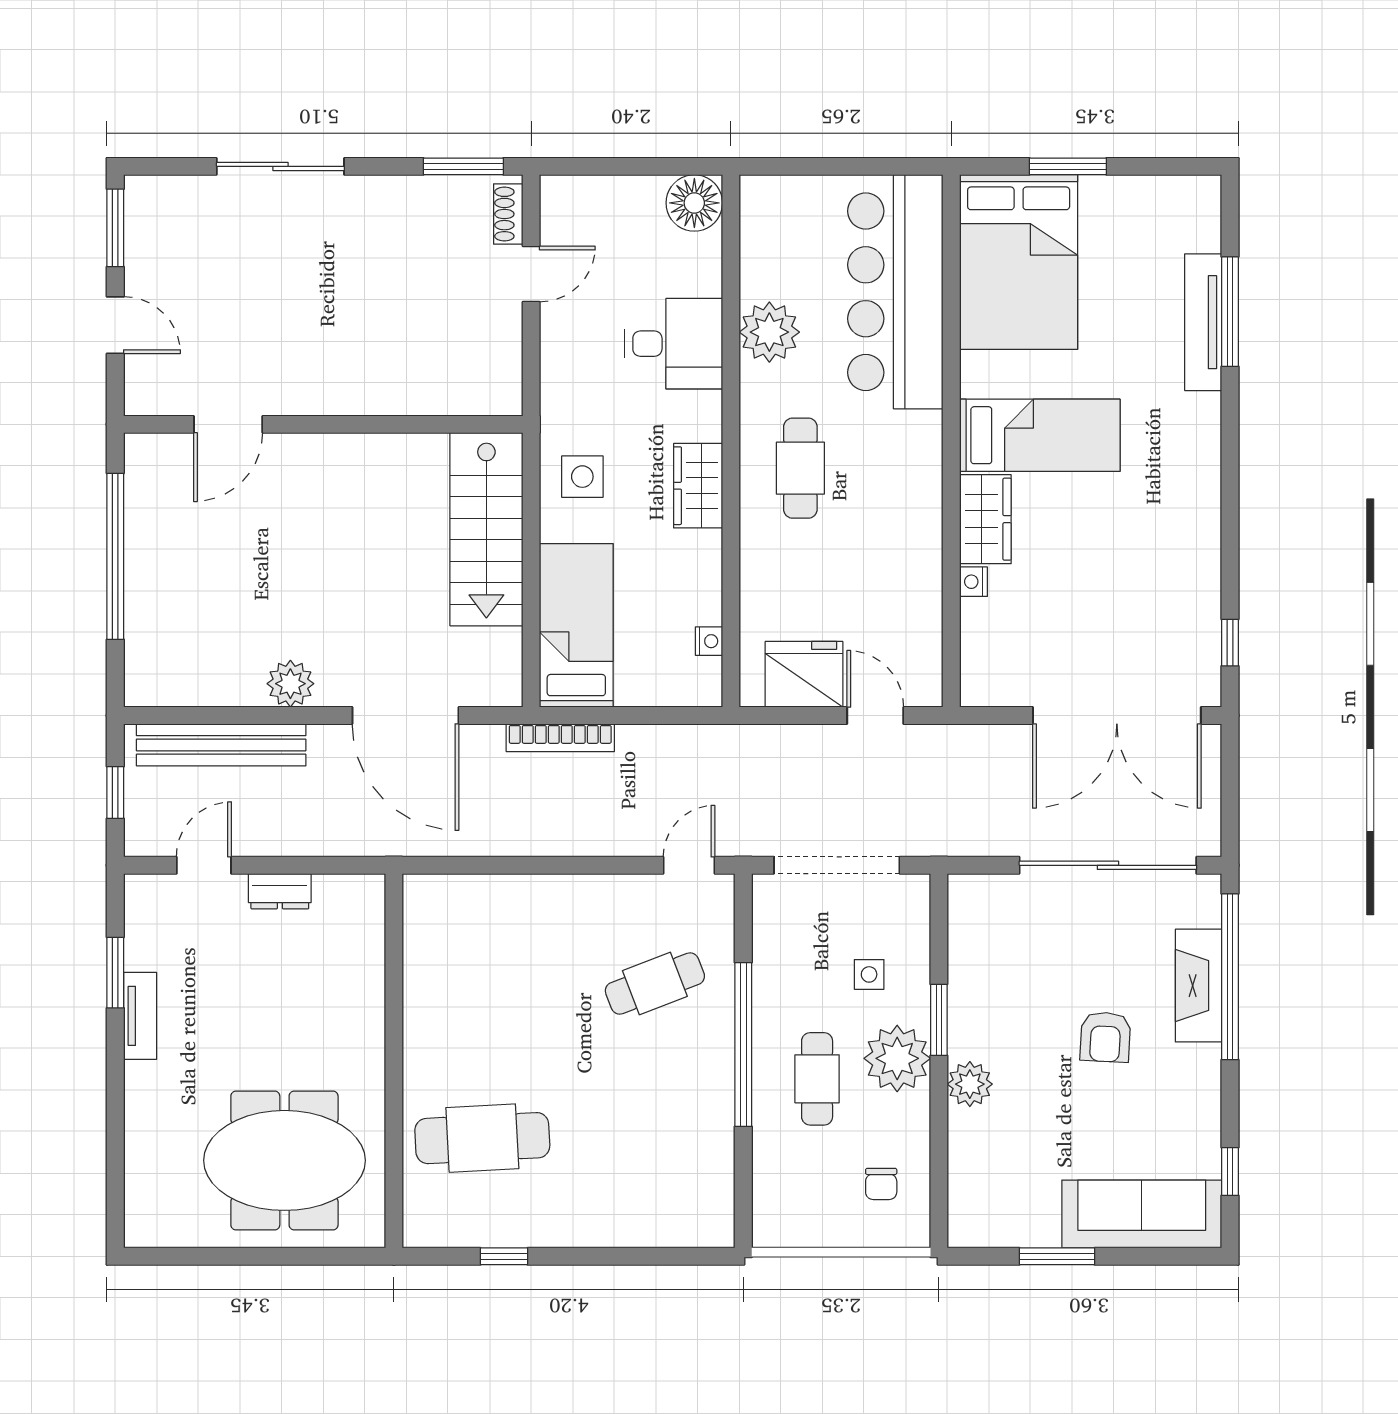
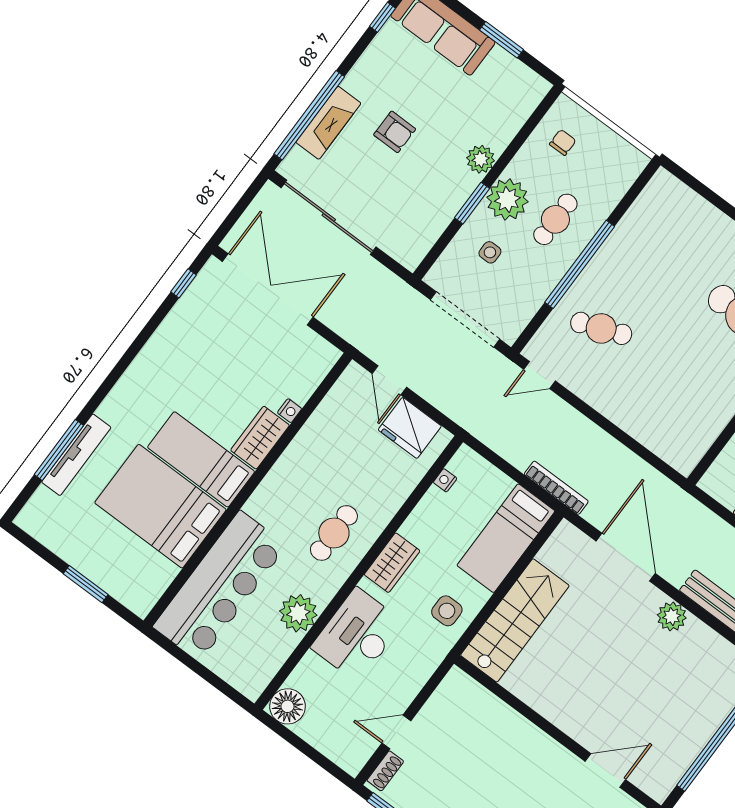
bed: (1019, 262) -> (160, 506), moved, turned -90
desk: (674, 344) -> (357, 635), width x1.37
armchair: (1105, 1037) -> (395, 132), turned 87

